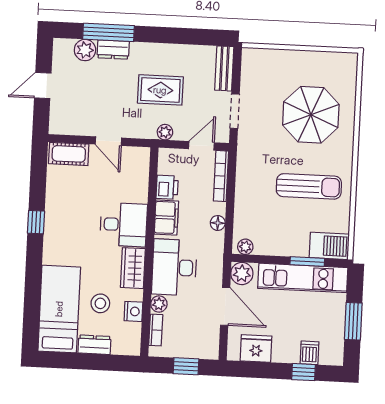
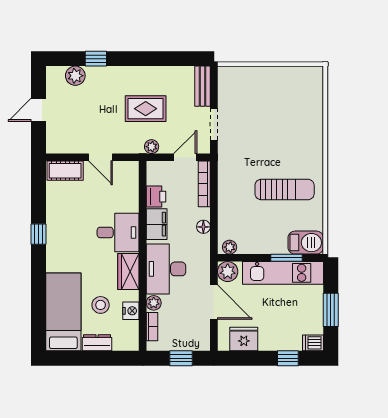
window: (109, 32) -> (96, 59), width x0.46
dresser: (113, 50) -> (101, 74), removed
parasol: (311, 115) -> (283, 124), removed
dishwasher: (309, 353) -> (313, 343), moved, turned -90

